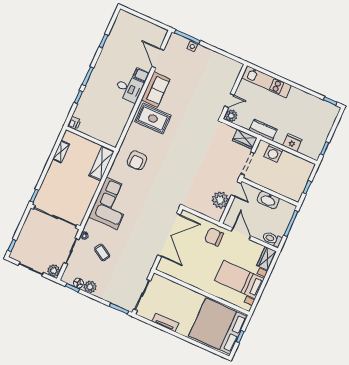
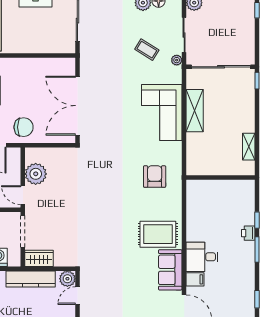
printer: (74, 123) -> (248, 233), moved
kitchen counter: (263, 130) -> (31, 279), width x1.50
shelving: (102, 163) -> (195, 111), moved

